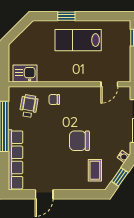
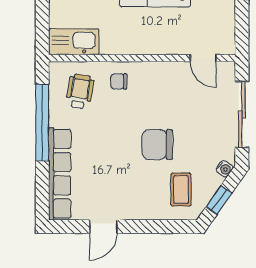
kitchen sink: (25, 74) -> (74, 42), width x1.38
door: (109, 84) -> (203, 58), hinge flipped

